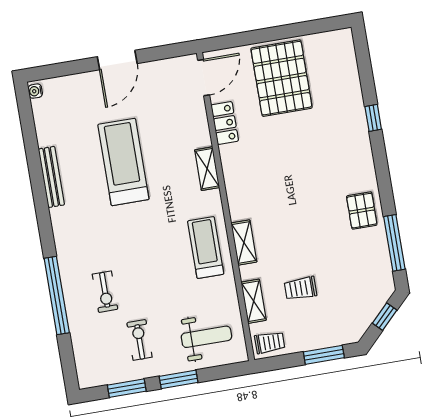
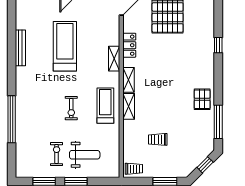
locker: (225, 123) -> (129, 45), moved
exercise bike: (105, 292) -> (71, 108), moved
shelving: (254, 301) -> (128, 80), moved
weight bench: (206, 337) -> (85, 155), moved

